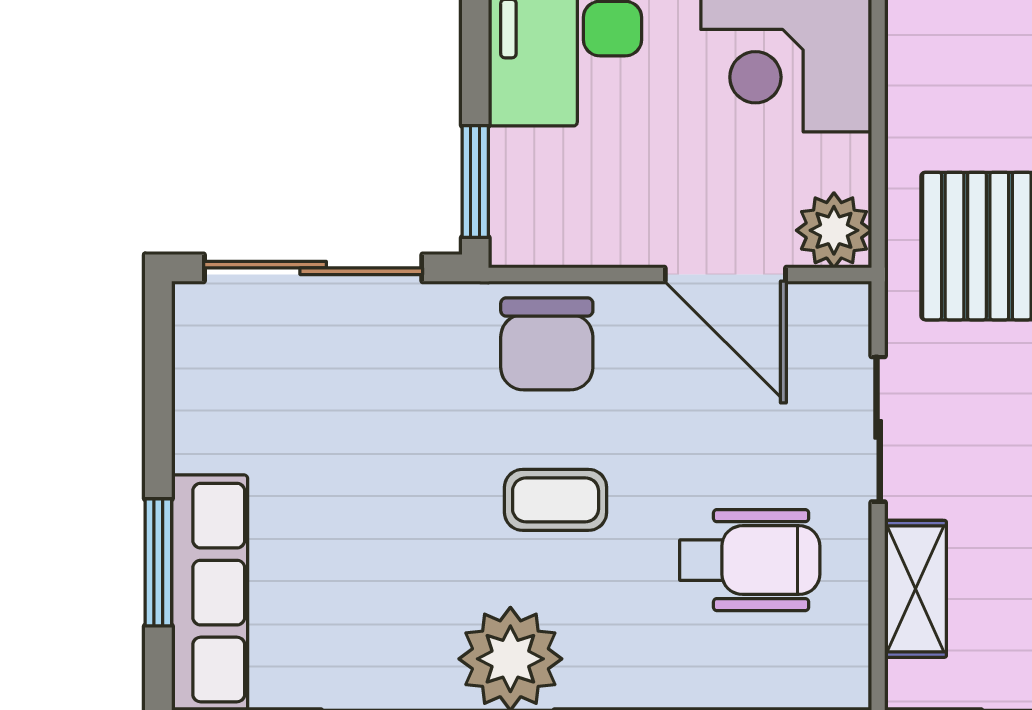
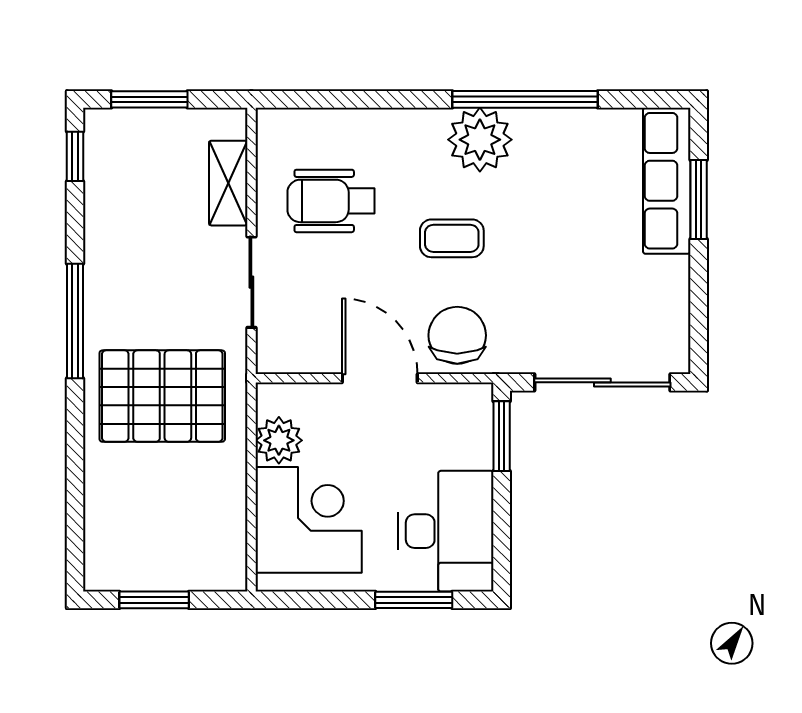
plant: (834, 230) -> (279, 440), moved
door: (725, 275) -> (380, 378), moved

